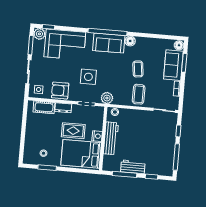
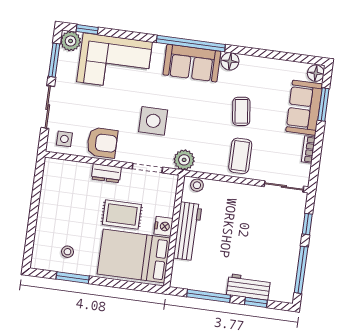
armchair: (60, 91) -> (102, 143), turned 180
cot: (44, 107) -> (72, 171), removed
workbench: (133, 167) -> (248, 287), moved

